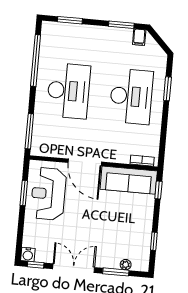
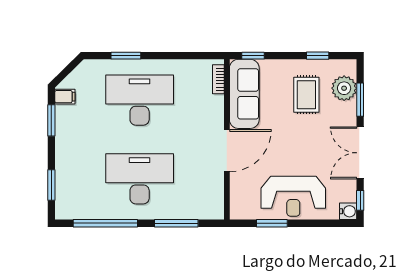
window: (29, 131) -> (176, 223), moved
reception desk: (48, 194) -> (293, 196), moved
rug: (123, 230) -> (306, 95), added
plant: (126, 265) -> (344, 88), width x1.87, depth x1.87

